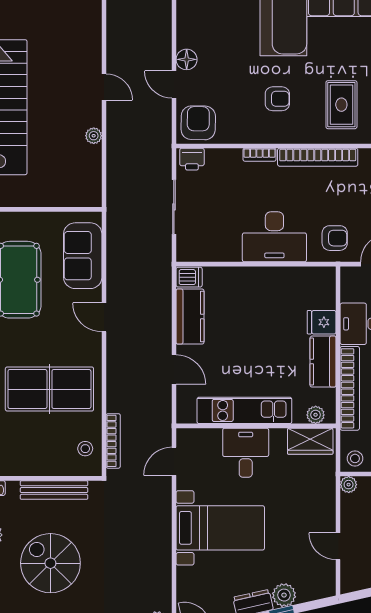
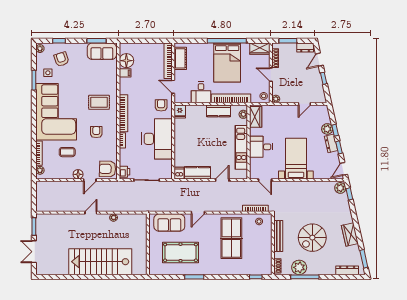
coffee table: (234, 36) -> (67, 152), added
desk: (274, 237) -> (157, 139), width x1.36, depth x1.30
fridge: (322, 322) -> (180, 111), moved

